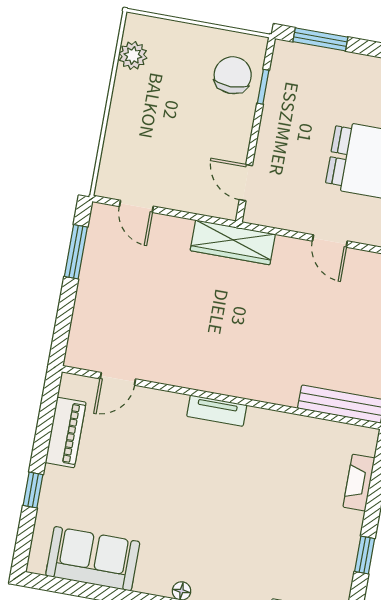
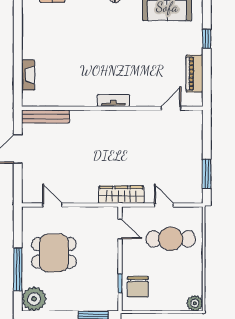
plant: (133, 55) -> (195, 303), moved
cafe table: (160, 149) -> (171, 239), added
door: (136, 206) -> (164, 205), moved
door: (330, 241) -> (52, 205), moved
window: (365, 555) -> (18, 36), removed

